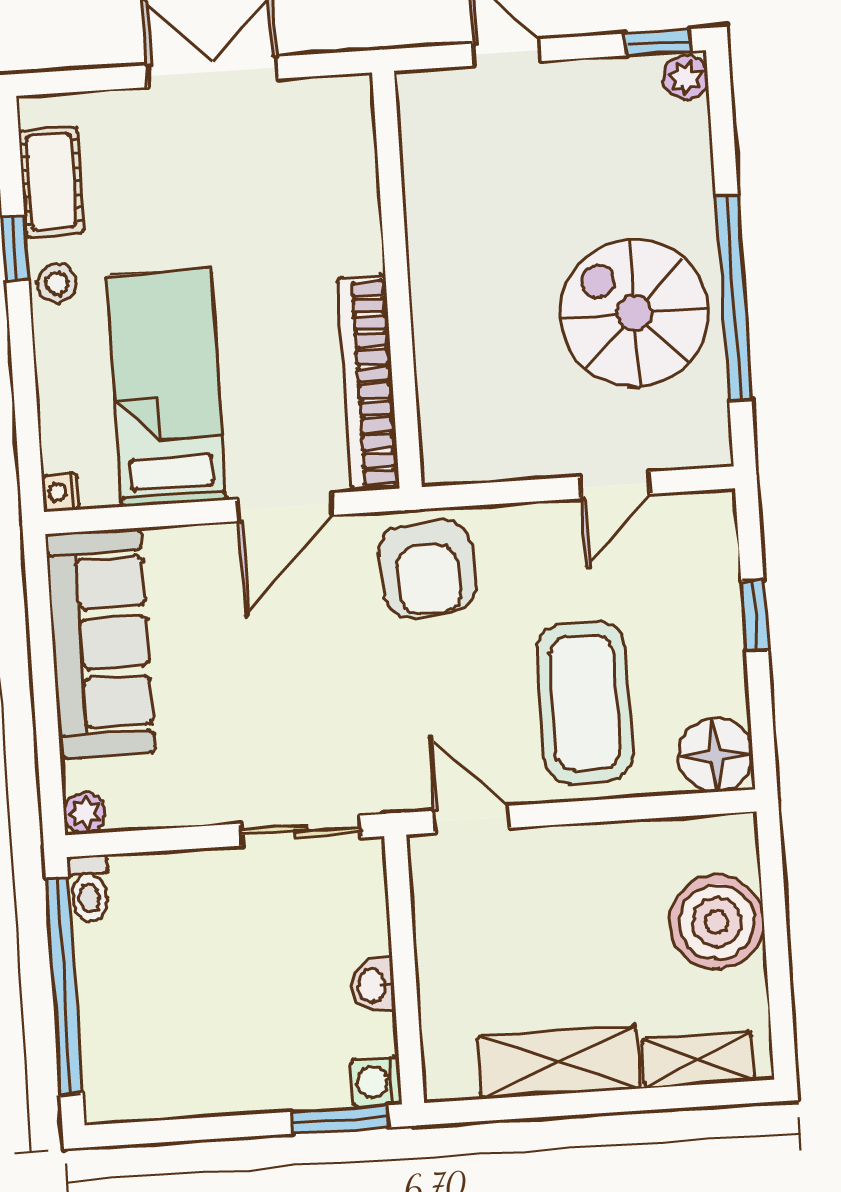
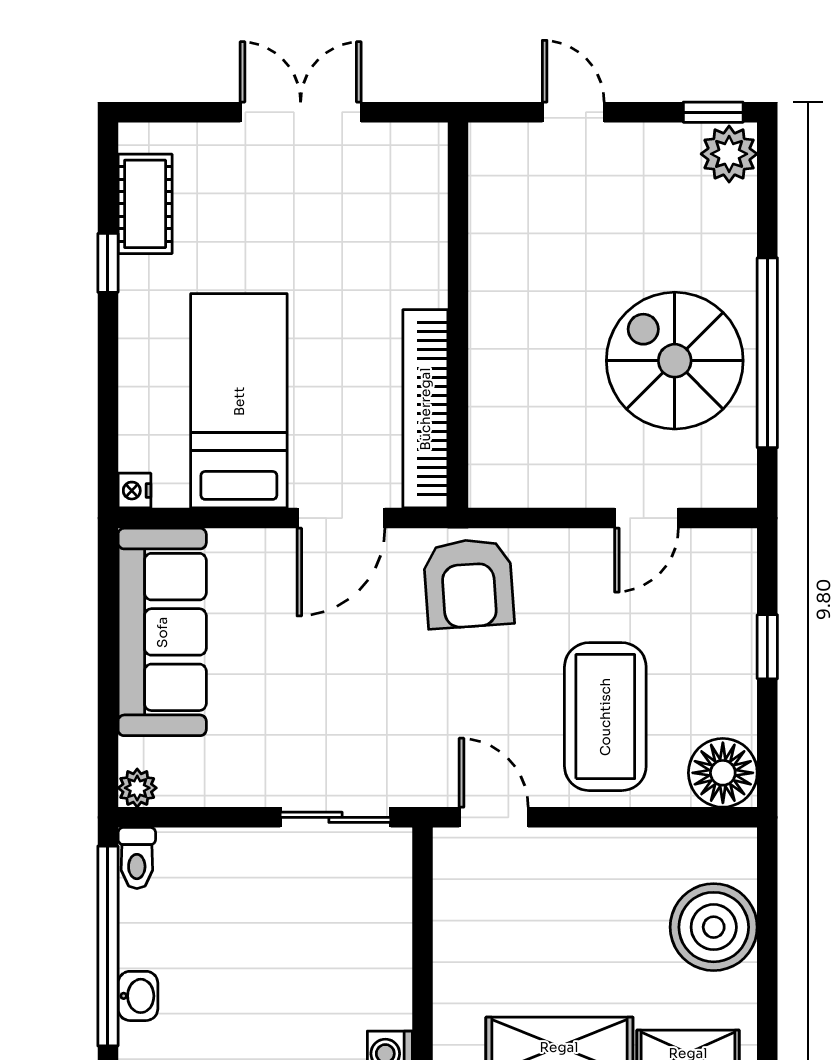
plant: (686, 77) -> (729, 154), width x1.38, depth x1.38
stool: (57, 283) -> (144, 298), removed
washbasin: (373, 985) -> (138, 996), moved, turned 180

